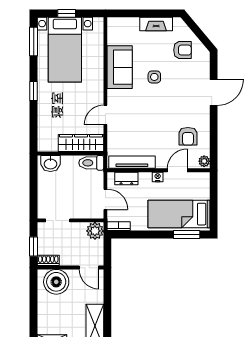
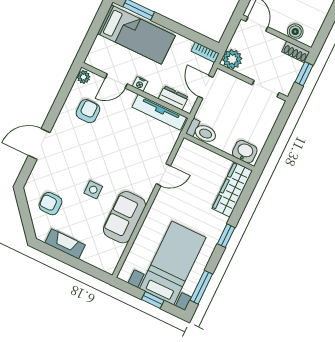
wardrobe: (81, 143) -> (232, 190), moved, turned 90
boiler: (56, 282) -> (295, 32), width x0.54, depth x0.54

